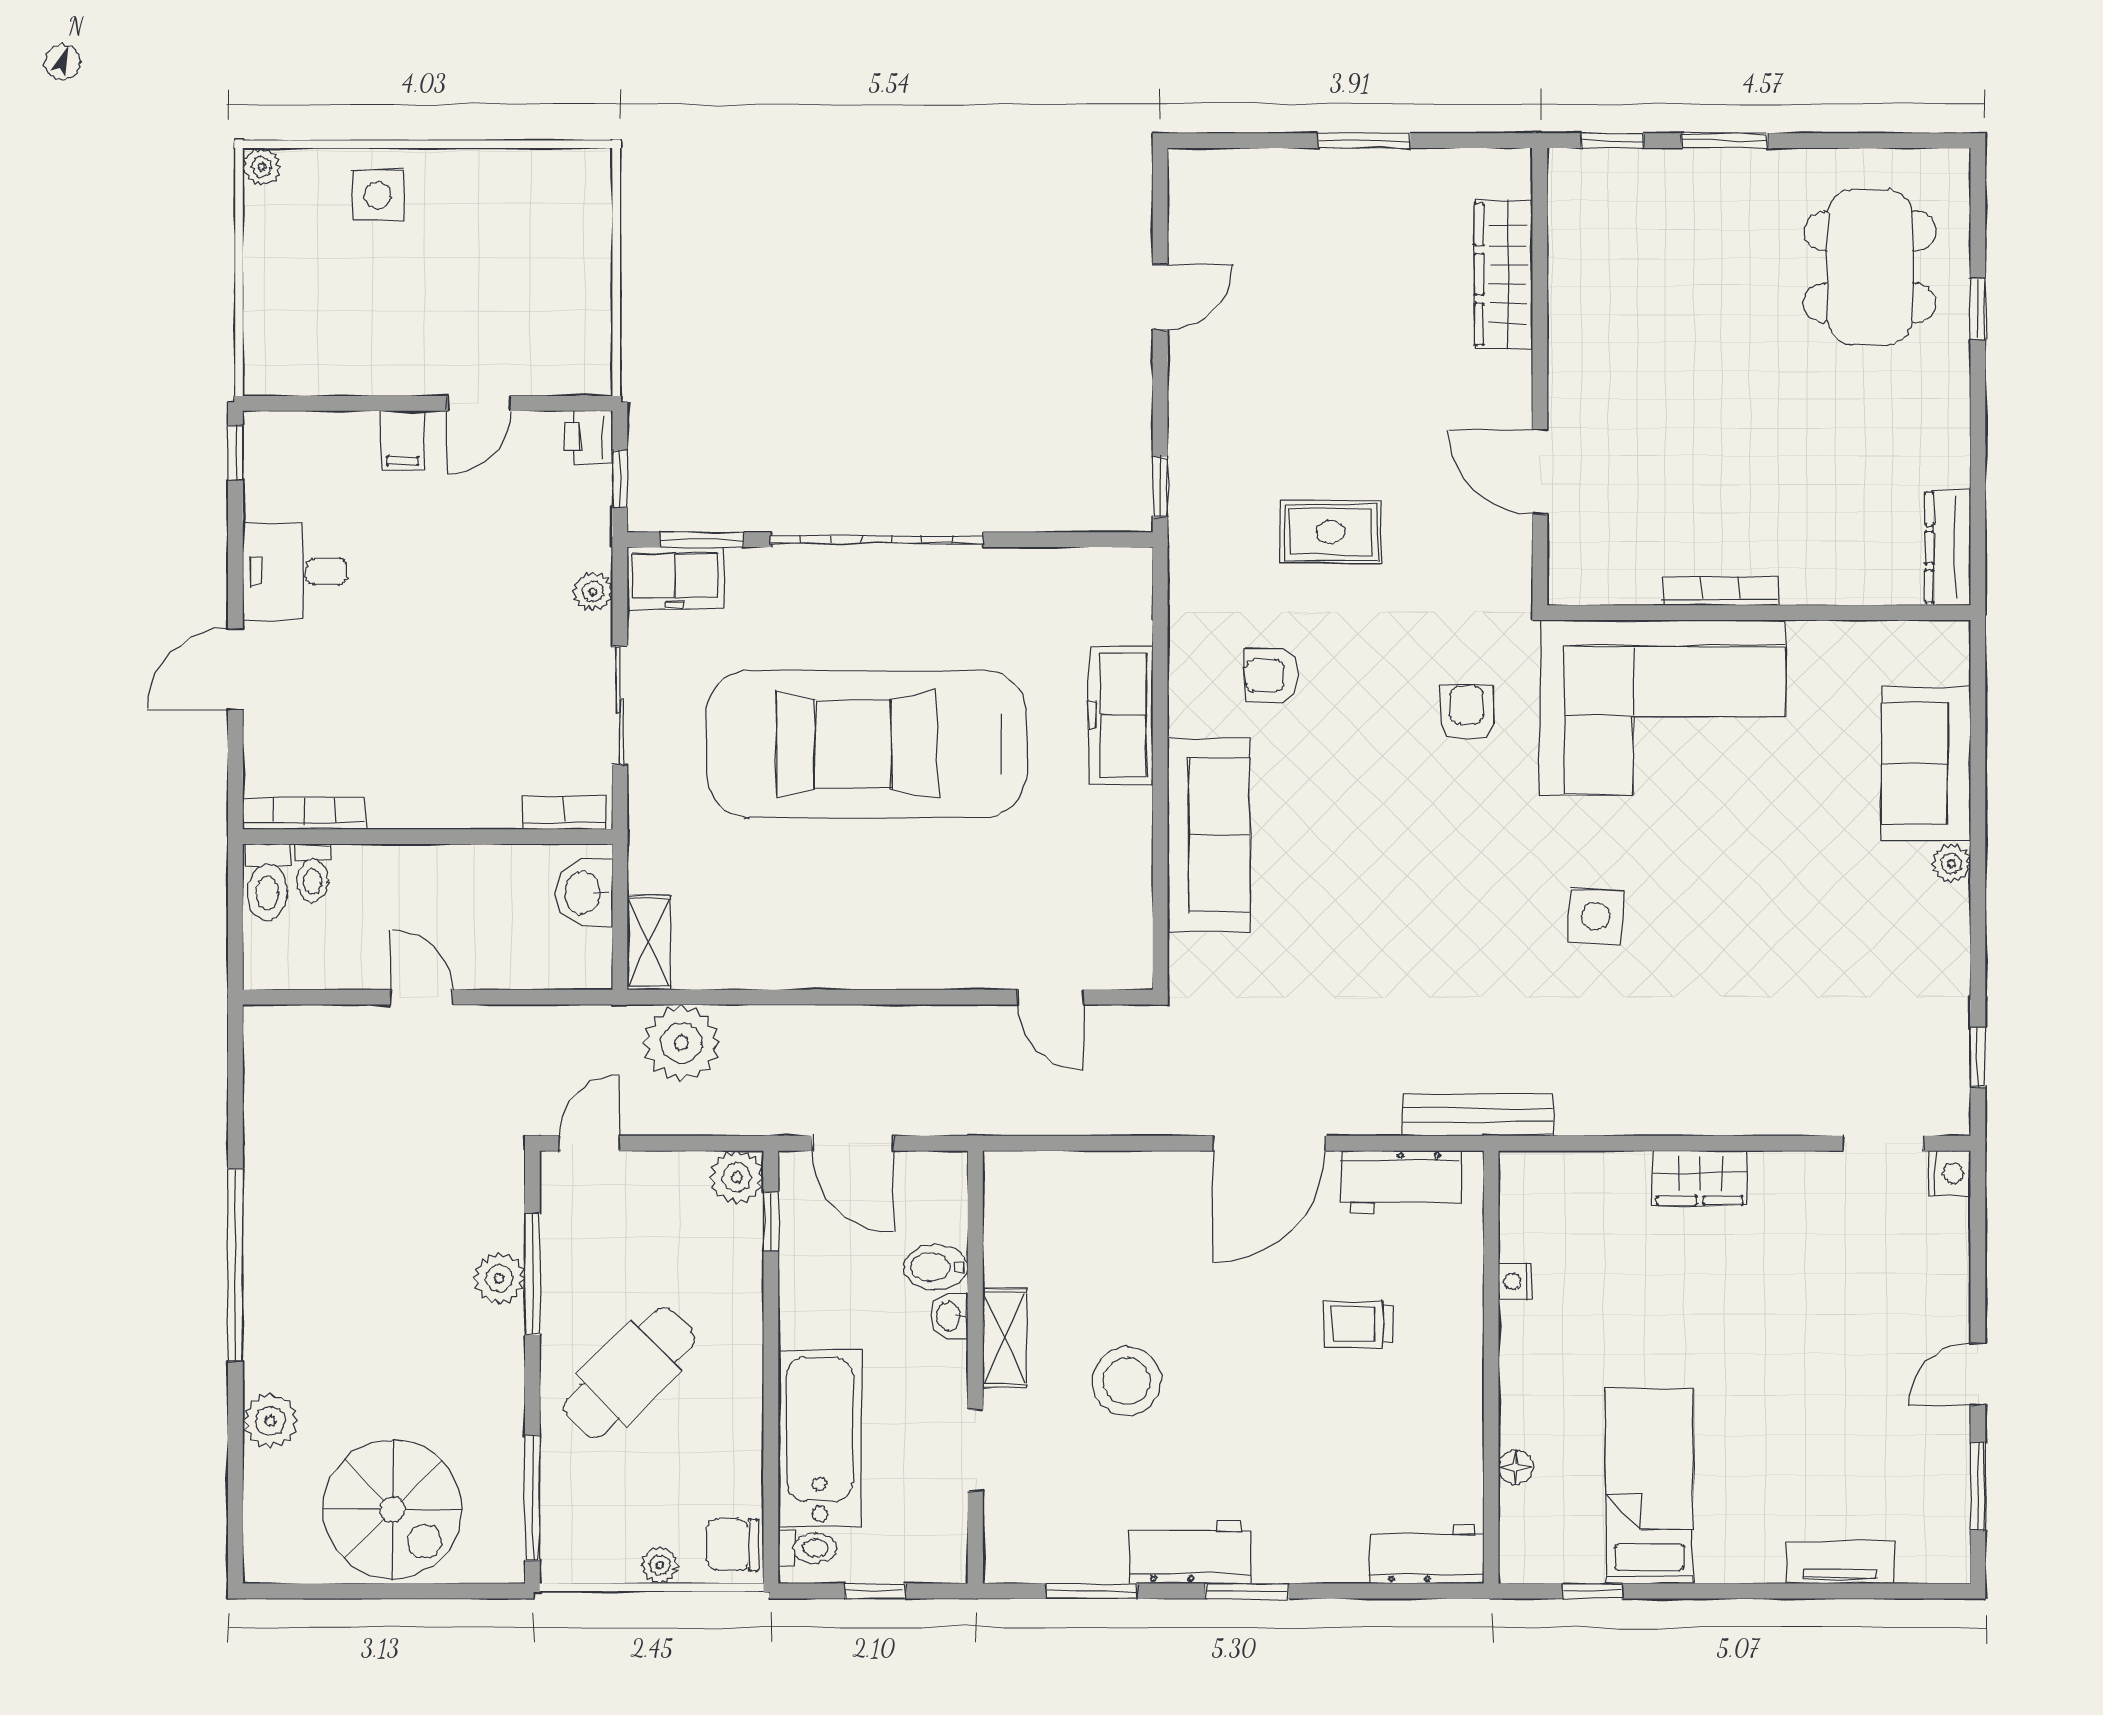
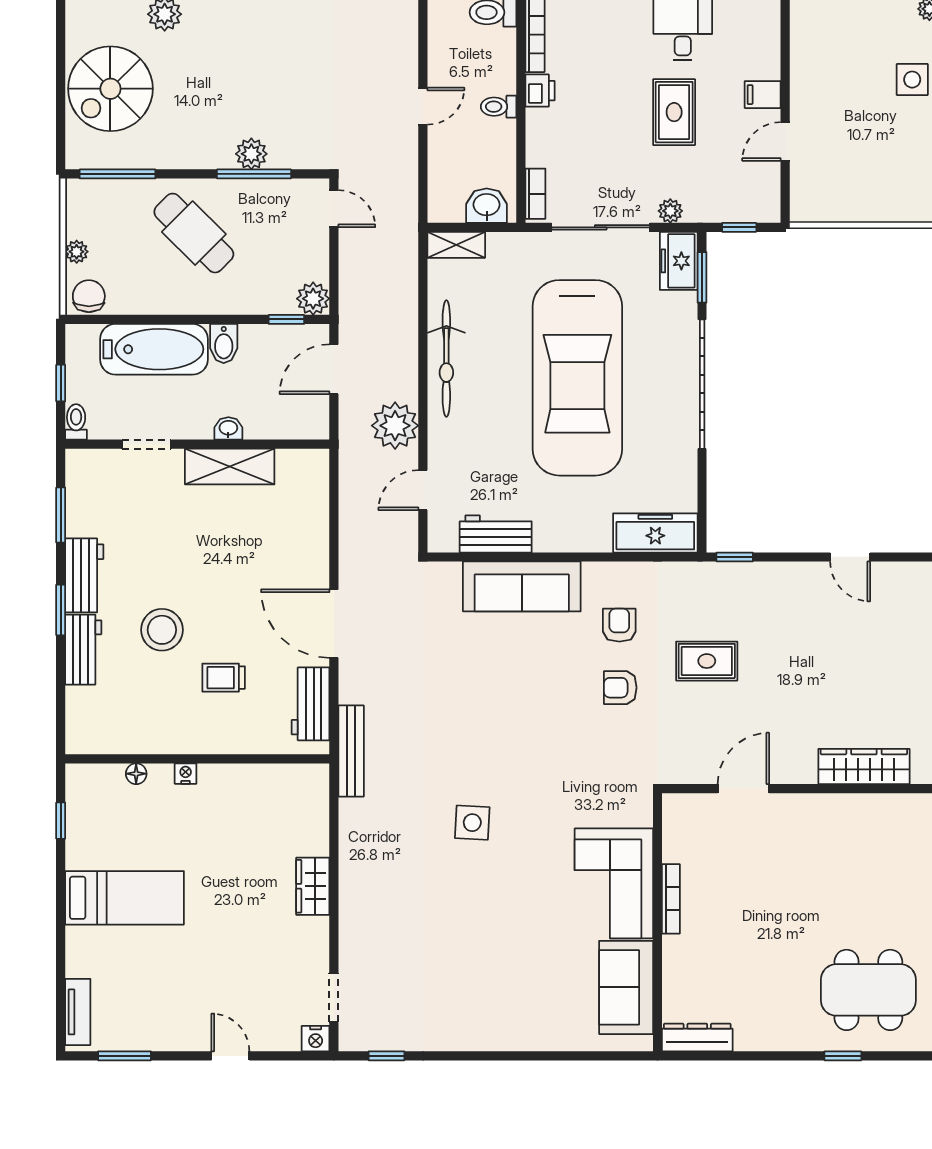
door: (479, 403) -> (785, 142), hinge flipped
printer: (589, 437) -> (540, 91), moved, turned 90
rug: (1331, 532) -> (707, 661), turned 90
rug: (431, 586) -> (674, 112), added
sliding door: (620, 706) -> (601, 227), width x1.37
corner sofa: (1663, 707) -> (614, 883), width x0.73, depth x0.74
armchair: (1467, 712) -> (620, 688), moved, turned 180
freezer: (1121, 715) -> (655, 533), moved
car: (866, 744) -> (577, 378), turned 180
sofa: (1926, 764) -> (626, 987), moved, turned -90
plant: (1951, 863) -> (505, 1040), removed
toilet: (313, 873) -> (499, 107), moved
workbench: (1122, 878) -> (496, 534), added
bicycle: (835, 959) -> (446, 359), added
plant: (681, 1043) -> (395, 426), moved
bidet: (936, 1267) -> (224, 344), moved, turned 180
nightstand: (1515, 1281) -> (186, 774), moved
trolley: (1358, 1324) -> (224, 678), turned -90
shelving: (1005, 1338) -> (230, 467), width x1.50, depth x1.33
door: (1978, 1374) -> (230, 1056), moved
stool: (1127, 1381) -> (162, 630), moved
bed: (1650, 1486) -> (125, 898), moved
toilet: (807, 1548) -> (76, 422), moved, turned 180
workbench: (1427, 1554) -> (83, 650), moved
tv unit: (1840, 1563) -> (78, 1012), moved

